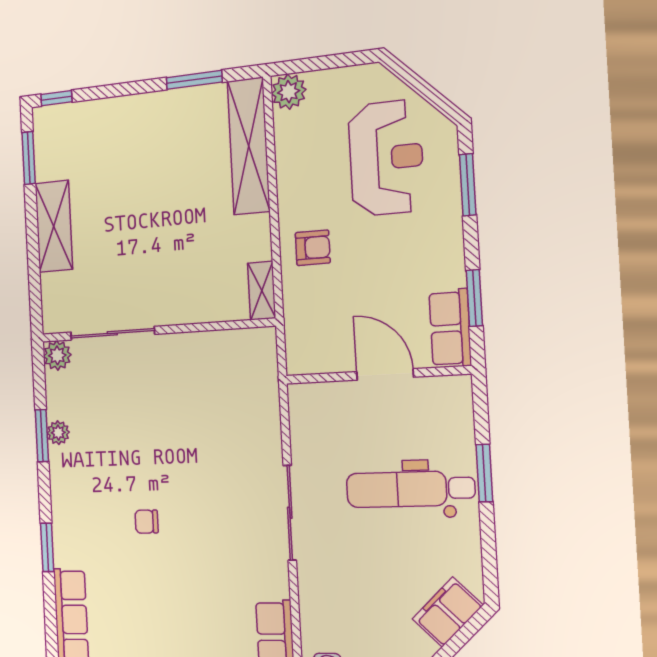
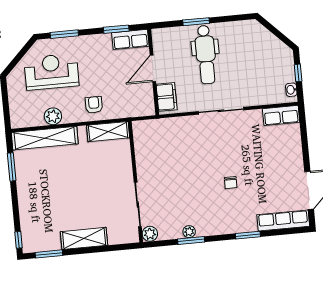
plant: (289, 92) -> (53, 116), moved
shelving: (262, 291) -> (108, 132), width x1.50, depth x1.33
filing cabinet: (448, 612) -> (167, 97), moved, turned -135

